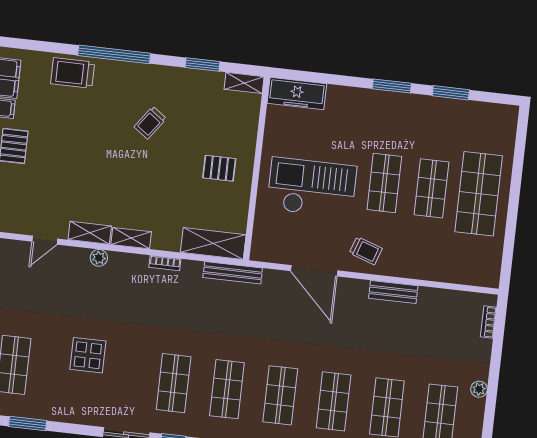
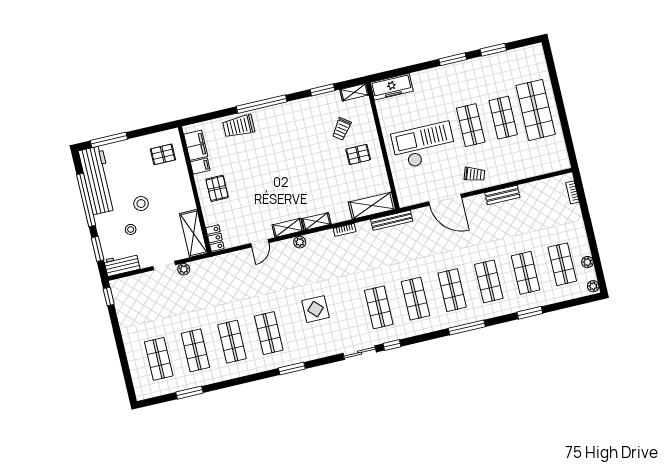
trolley: (150, 123) -> (342, 129), moved
plant: (479, 389) -> (587, 262), moved

